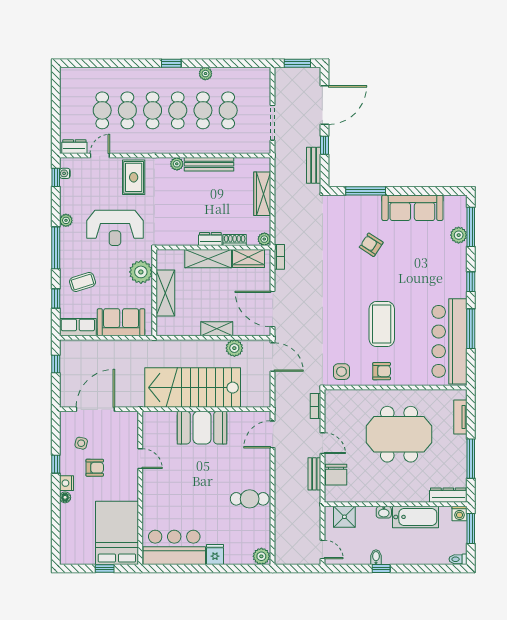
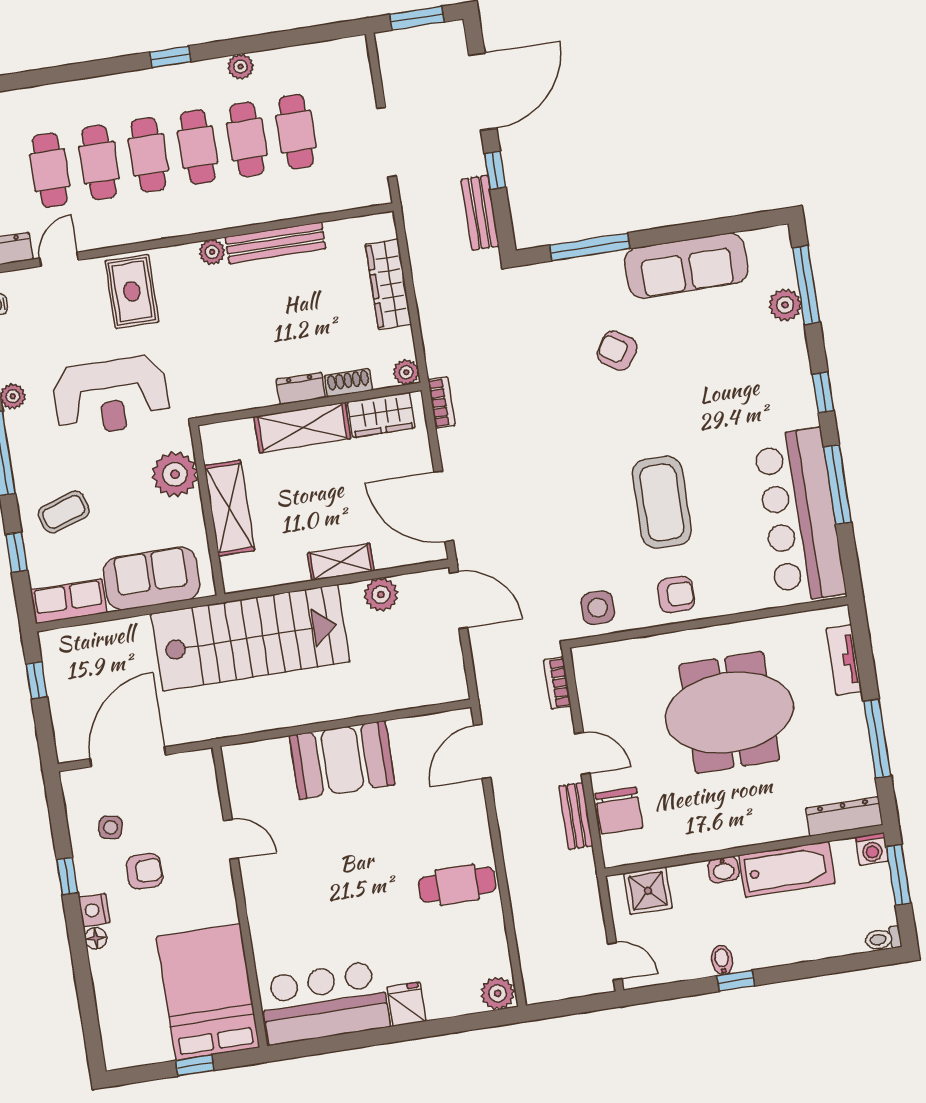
stairs: (193, 388) -> (250, 638), moved, turned 180

